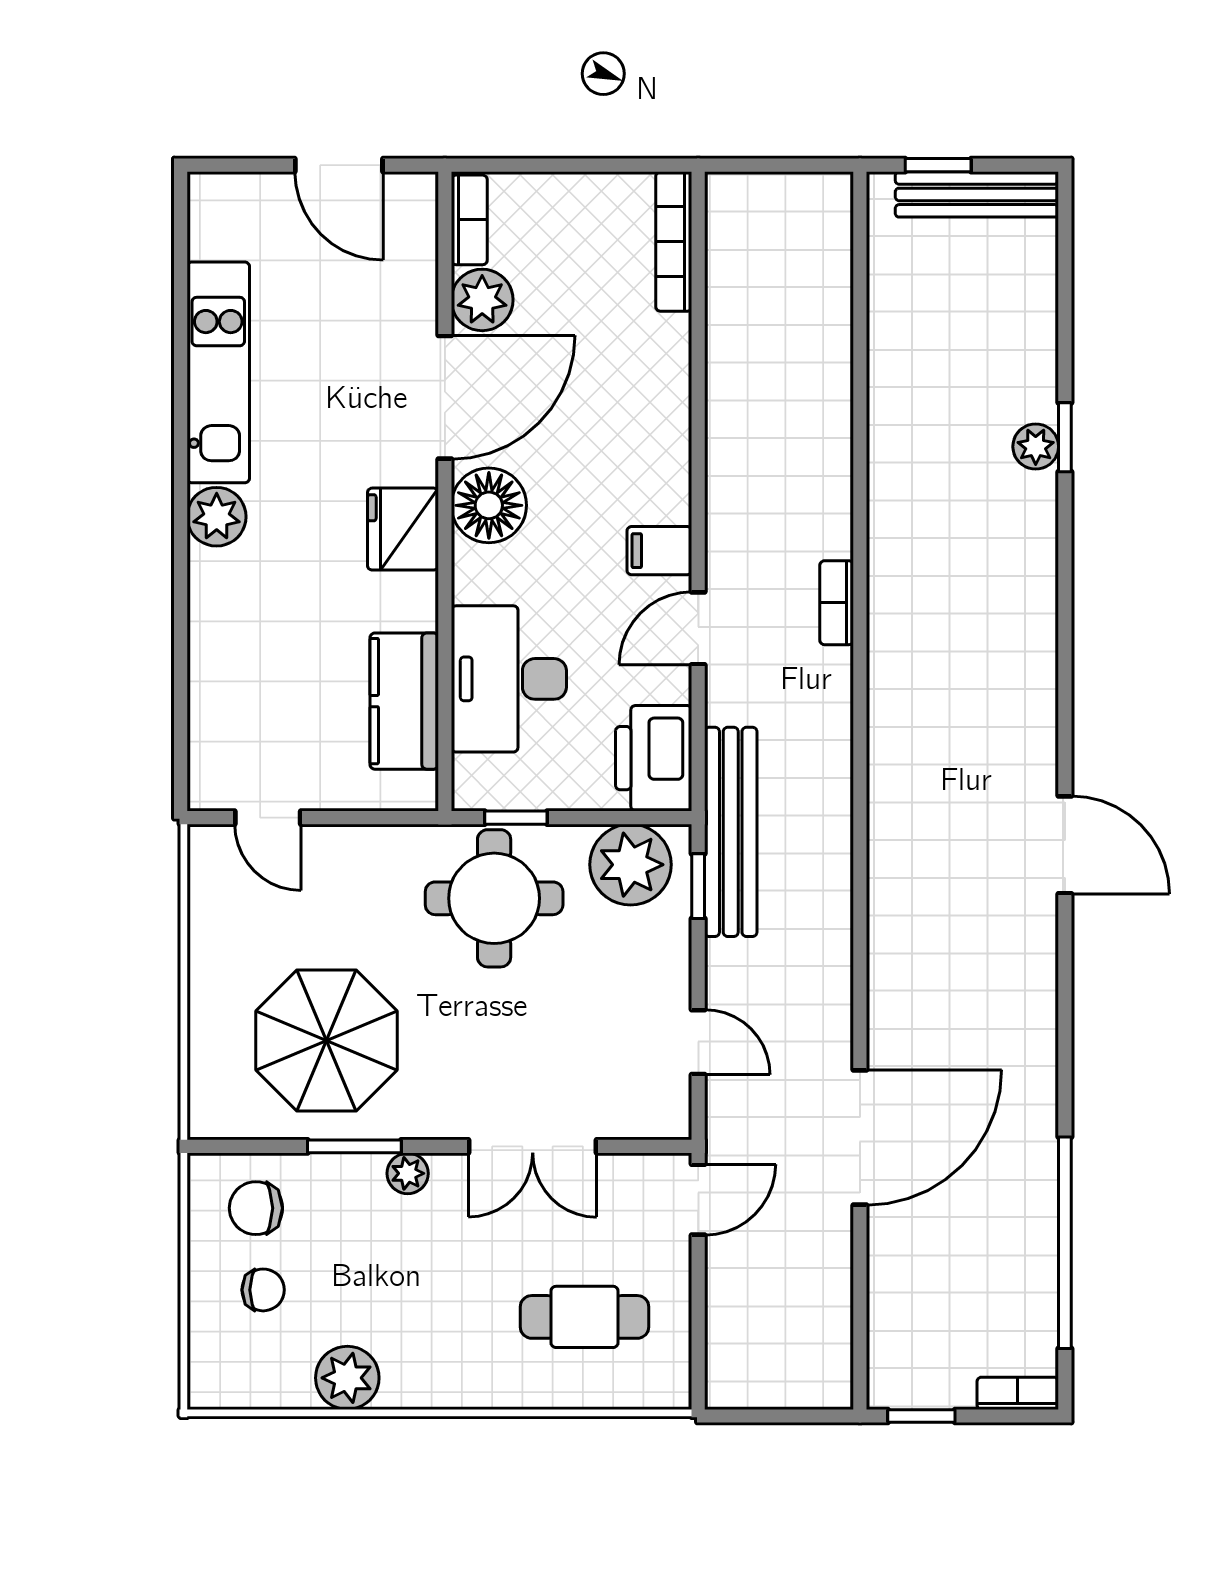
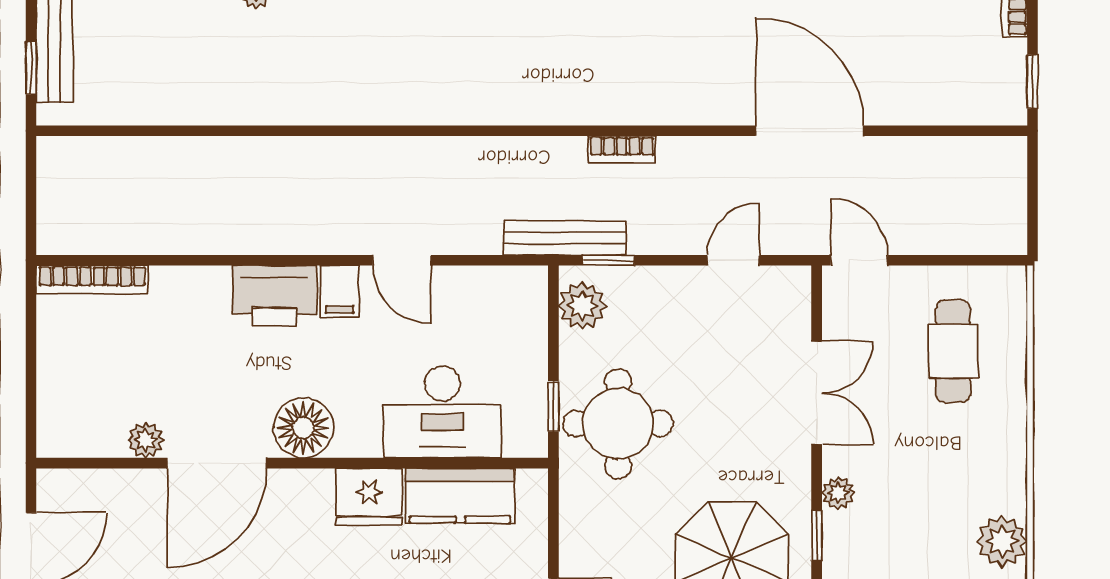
bookcase: (469, 220) -> (75, 444), removed
plant: (482, 300) -> (146, 440), width x0.73, depth x0.73
door: (445, 397) -> (217, 463), swing flipped
fridge: (403, 529) -> (369, 497), moved
bookcase: (837, 603) -> (622, 149), moved
printer: (654, 758) -> (274, 296), moved
bench: (731, 832) -> (565, 238), width x0.73, depth x0.82
plant: (631, 865) -> (582, 306), width x0.73, depth x0.73
window: (354, 1146) -> (817, 536), width x0.67

